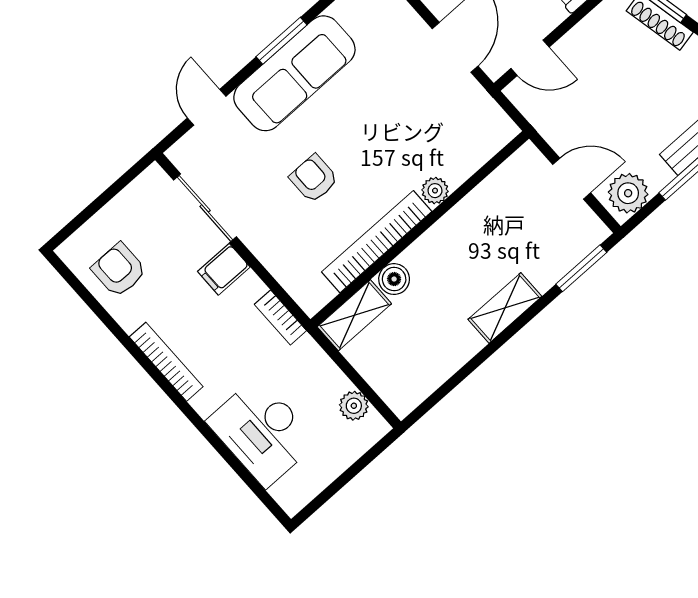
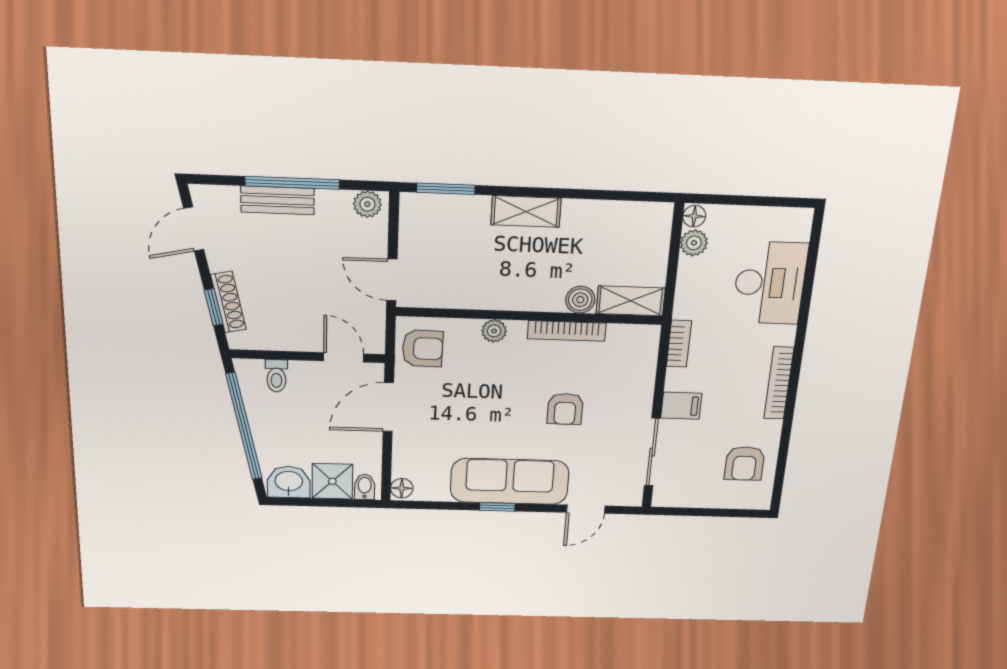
window: (282, 41) -> (497, 507), width x0.67
armchair: (476, 123) -> (423, 348), added
door: (572, 179) -> (392, 280), moved
plant: (628, 193) -> (367, 204), width x0.73, depth x0.73
bookcase: (377, 242) -> (567, 331), width x0.68, depth x0.76
floor lamp: (375, 426) -> (694, 216), added

